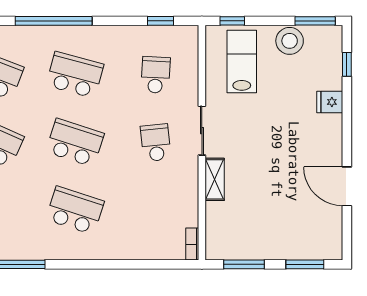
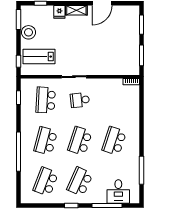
school desk: (156, 75) -> (46, 100), width x1.85
shelving: (215, 179) -> (76, 10), moved

